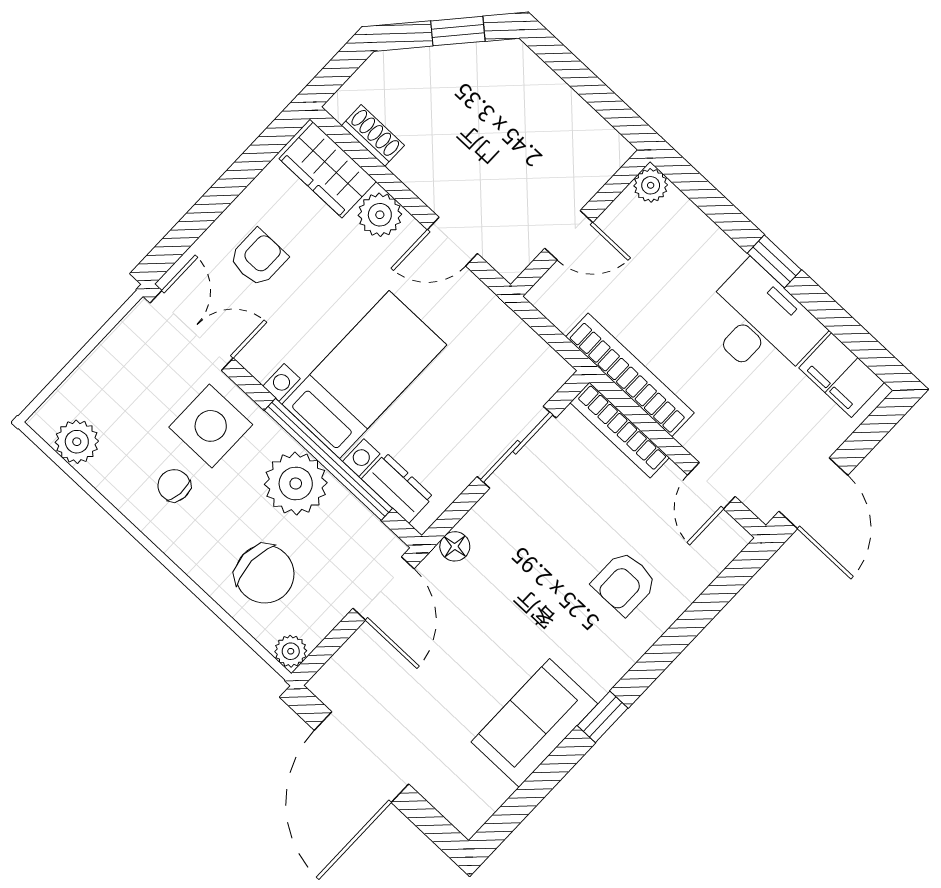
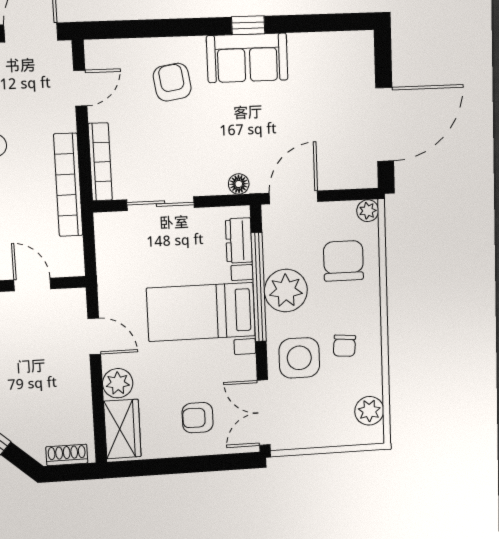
shoe rack: (373, 135) -> (67, 455), moved, turned 90
armchair: (624, 583) -> (172, 82), turned -99
sofa: (534, 723) -> (247, 58), moved

